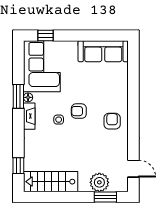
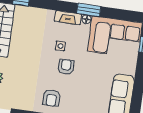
armchair: (112, 121) -> (52, 98), turned 90

